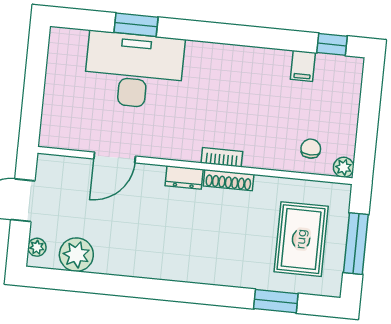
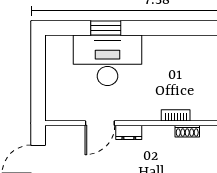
dresser: (184, 178) -> (129, 132), moved
shoe rack: (229, 180) -> (187, 131), width x0.70

